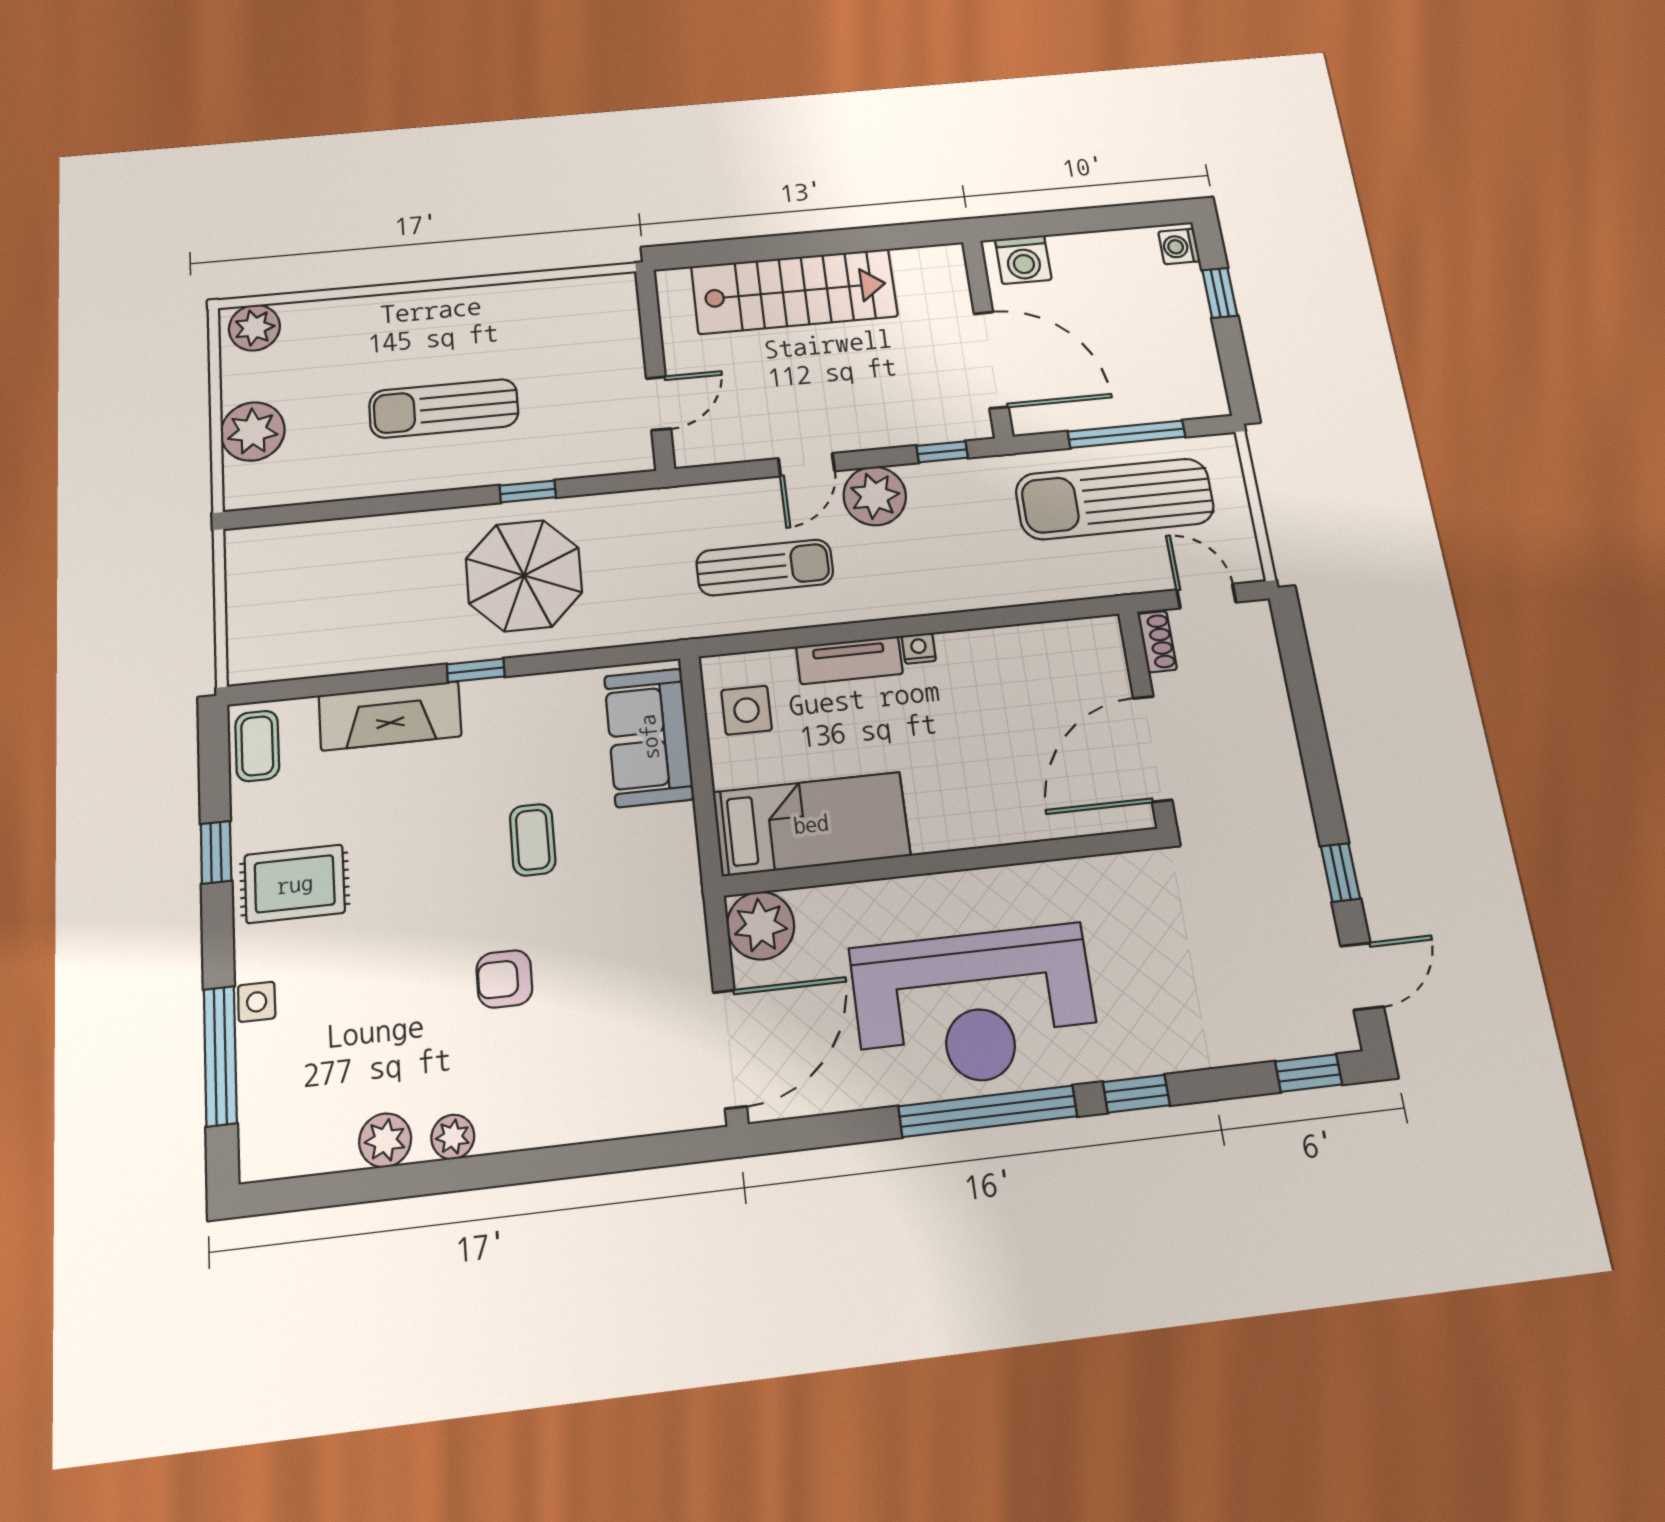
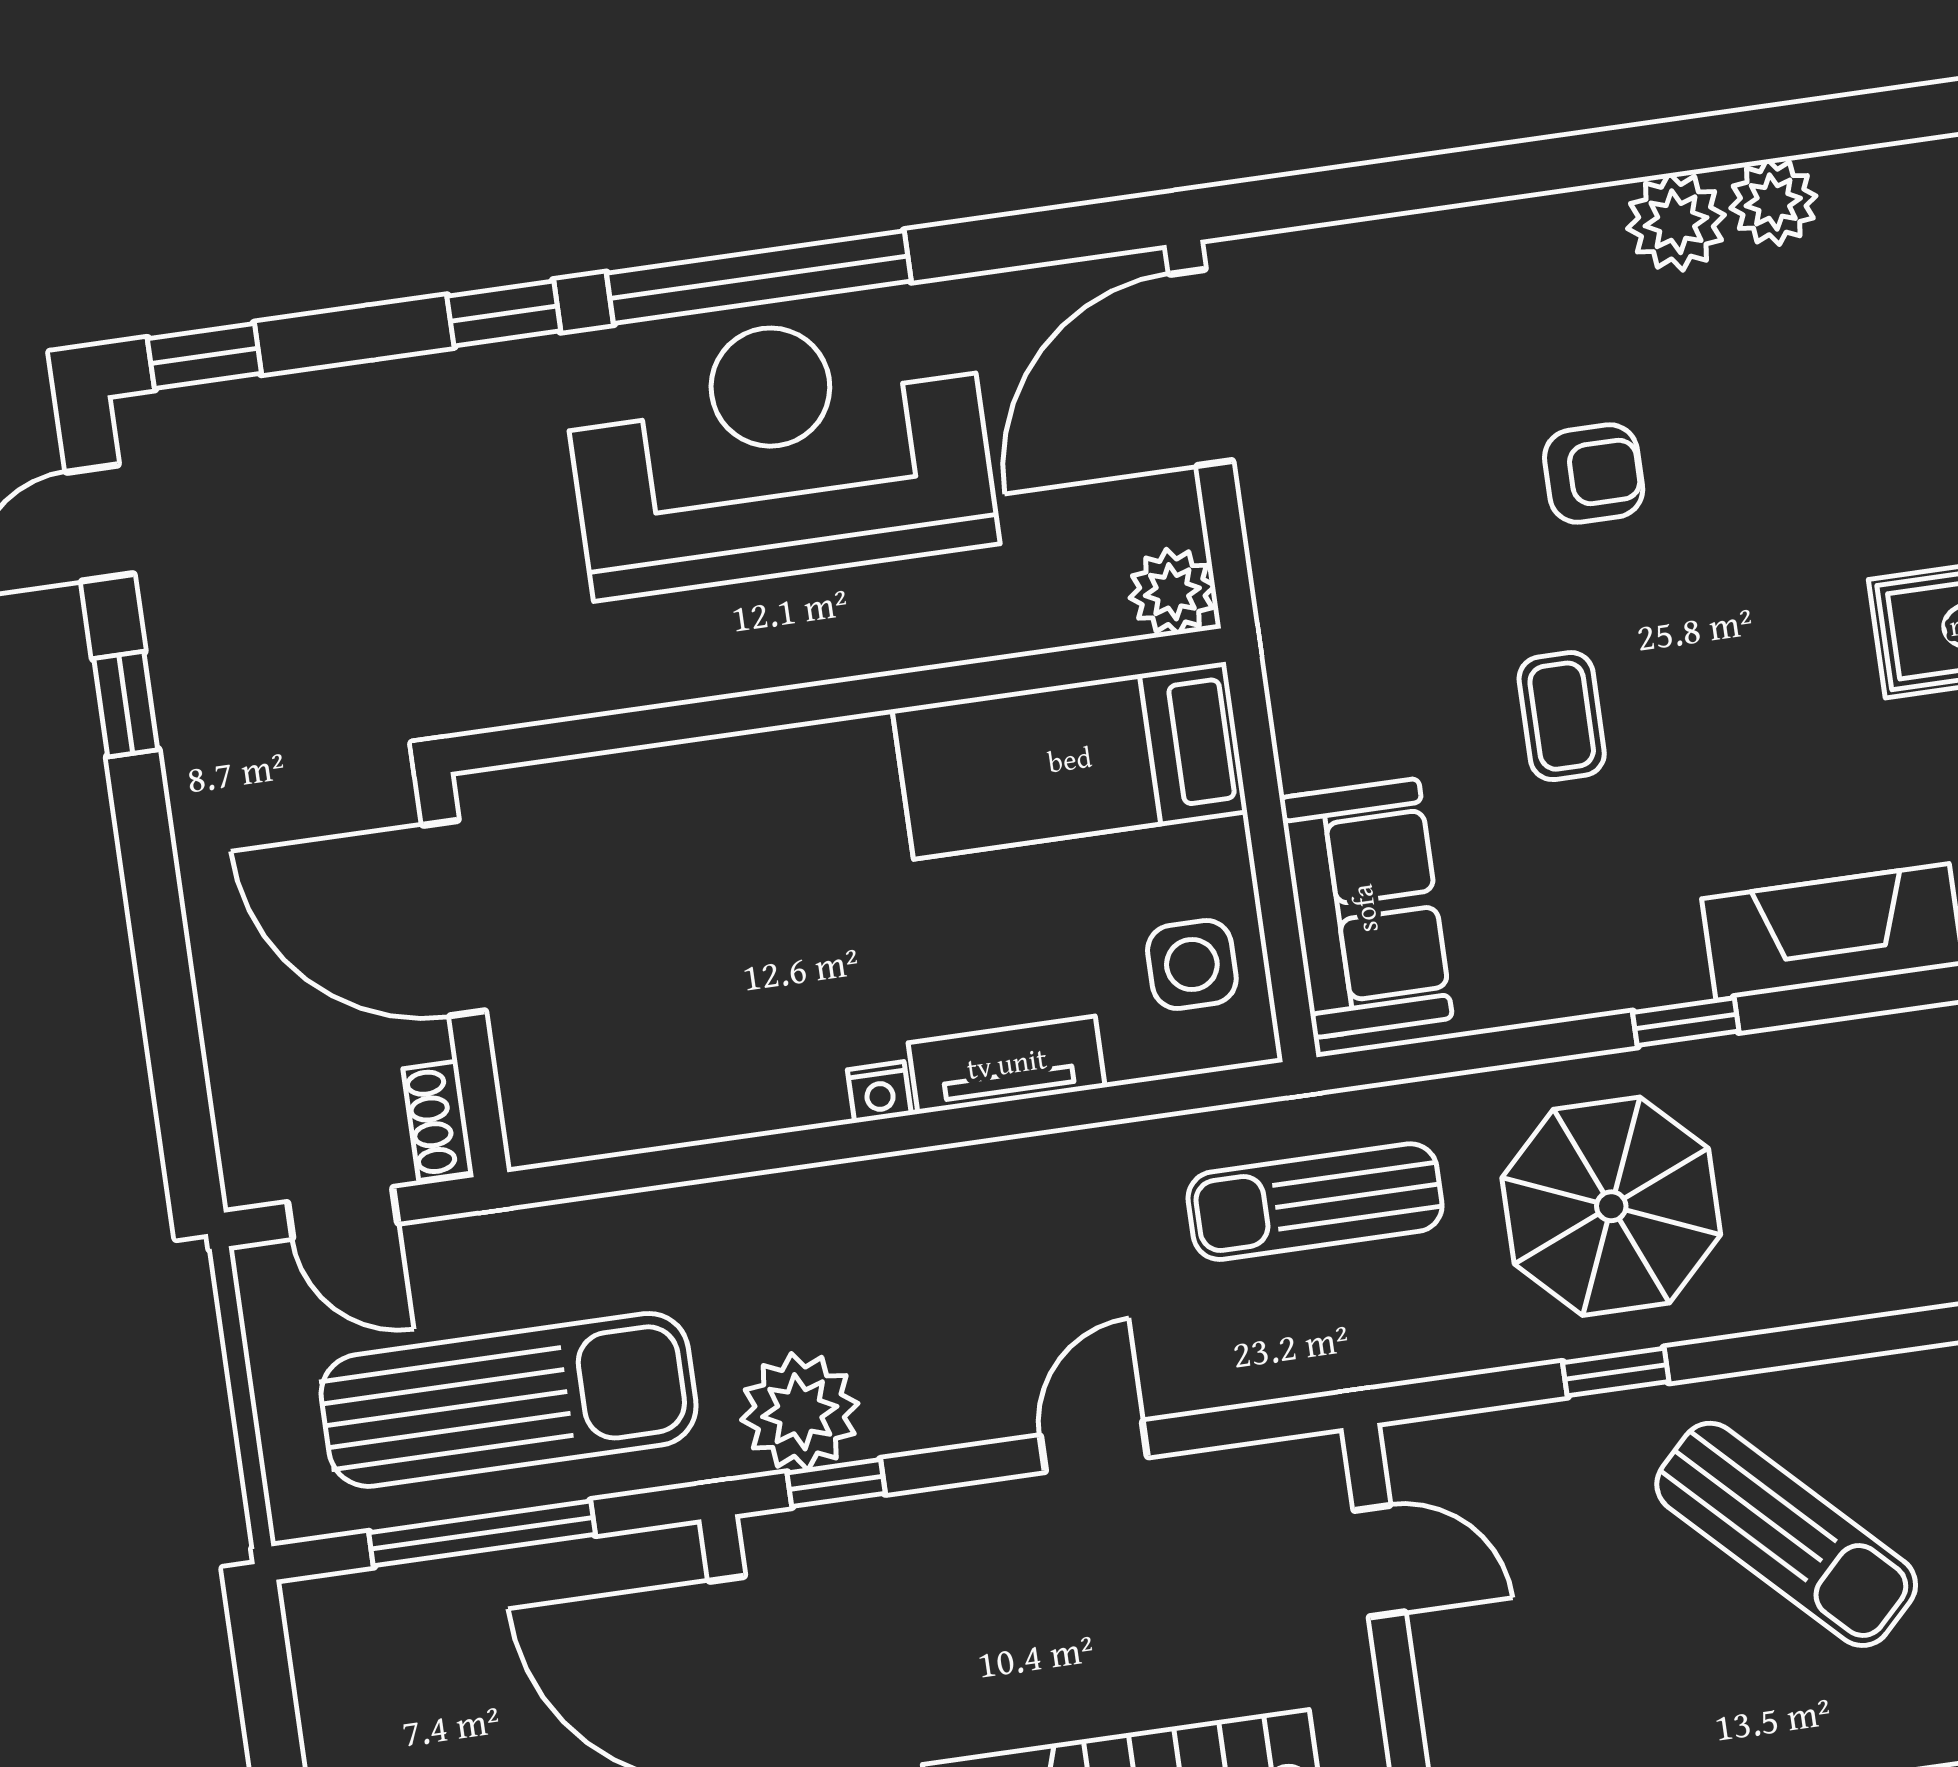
door: (659, 403) -> (1379, 1561), swing flipped
sun lounger: (444, 408) -> (1786, 1534), turned 45
plant: (875, 496) -> (800, 1412), moved
sun lounger: (765, 567) -> (1315, 1202), moved
door: (1153, 749) -> (454, 918), swing flipped
plant: (761, 926) -> (1172, 592), width x0.73, depth x0.73
plant: (453, 1137) -> (1676, 222), width x1.38, depth x1.38

